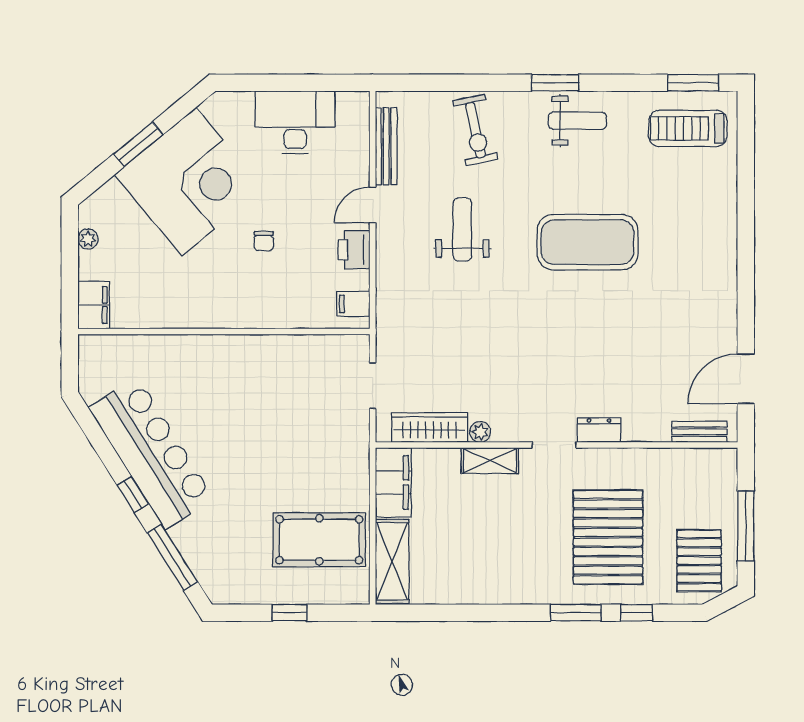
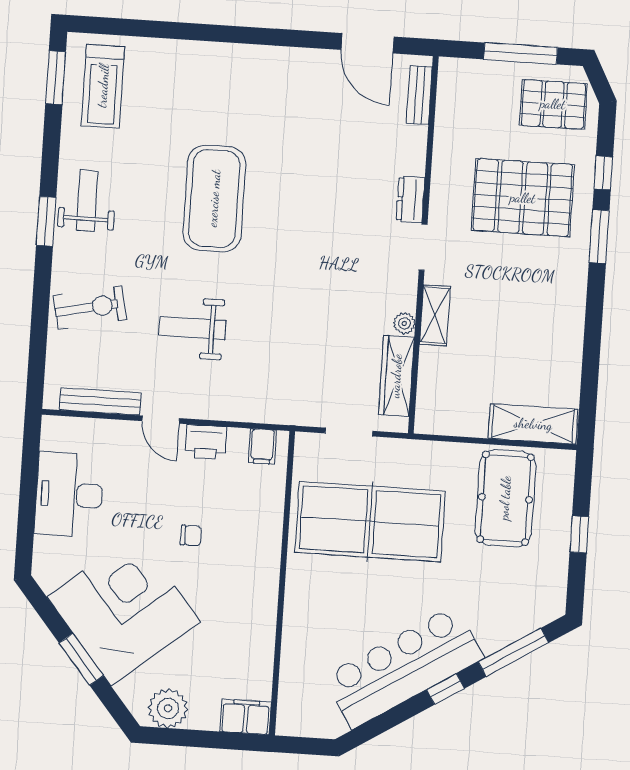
plant: (88, 239) -> (168, 708), width x1.88, depth x1.88
table tennis table: (288, 412) -> (370, 522), added
filing cabinet: (393, 482) -> (451, 417), removed

